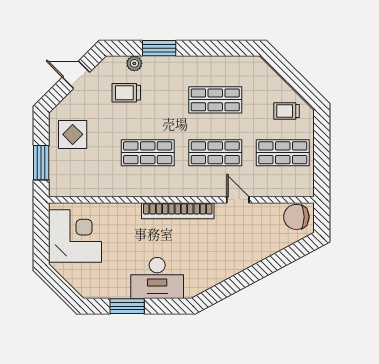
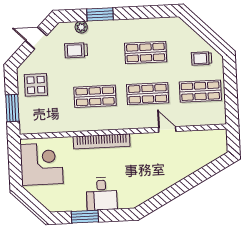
bookcase: (178, 211) -> (102, 141), moved
chair: (296, 217) -> (213, 141), removed
desk: (157, 278) -> (102, 194), width x0.73

